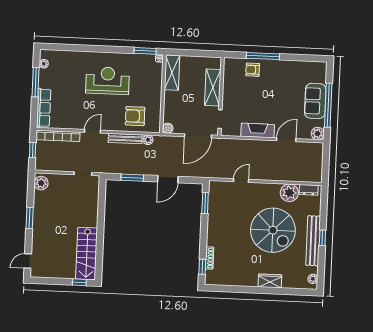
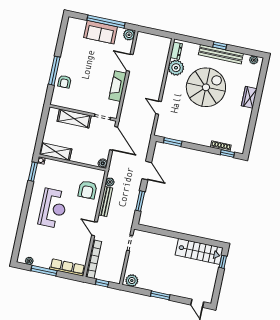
reception desk: (108, 81) -> (53, 208), turned 180

